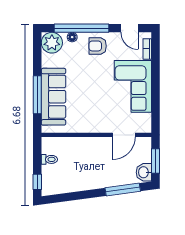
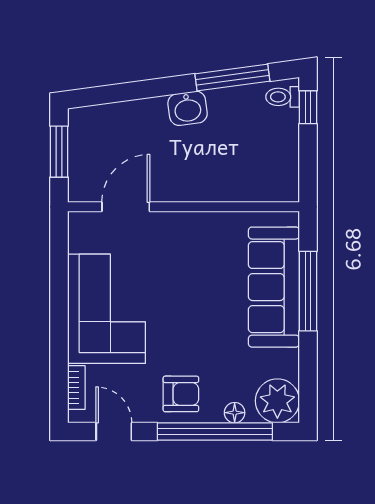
toilet: (49, 159) -> (283, 97), moved
washbasin: (144, 172) -> (188, 108), moved, turned 82
window: (123, 189) -> (232, 77), moved

